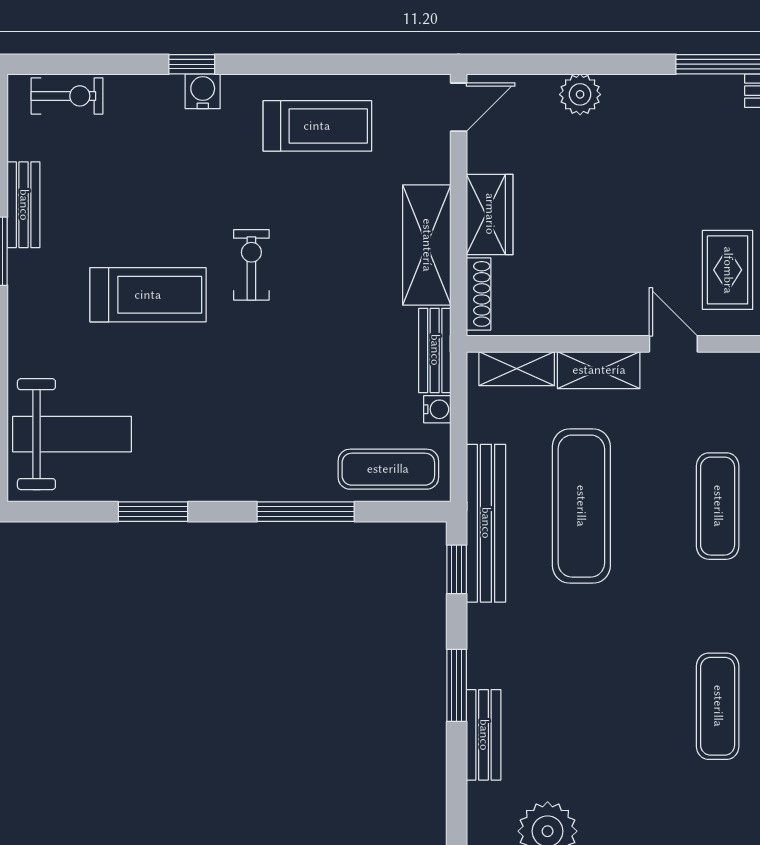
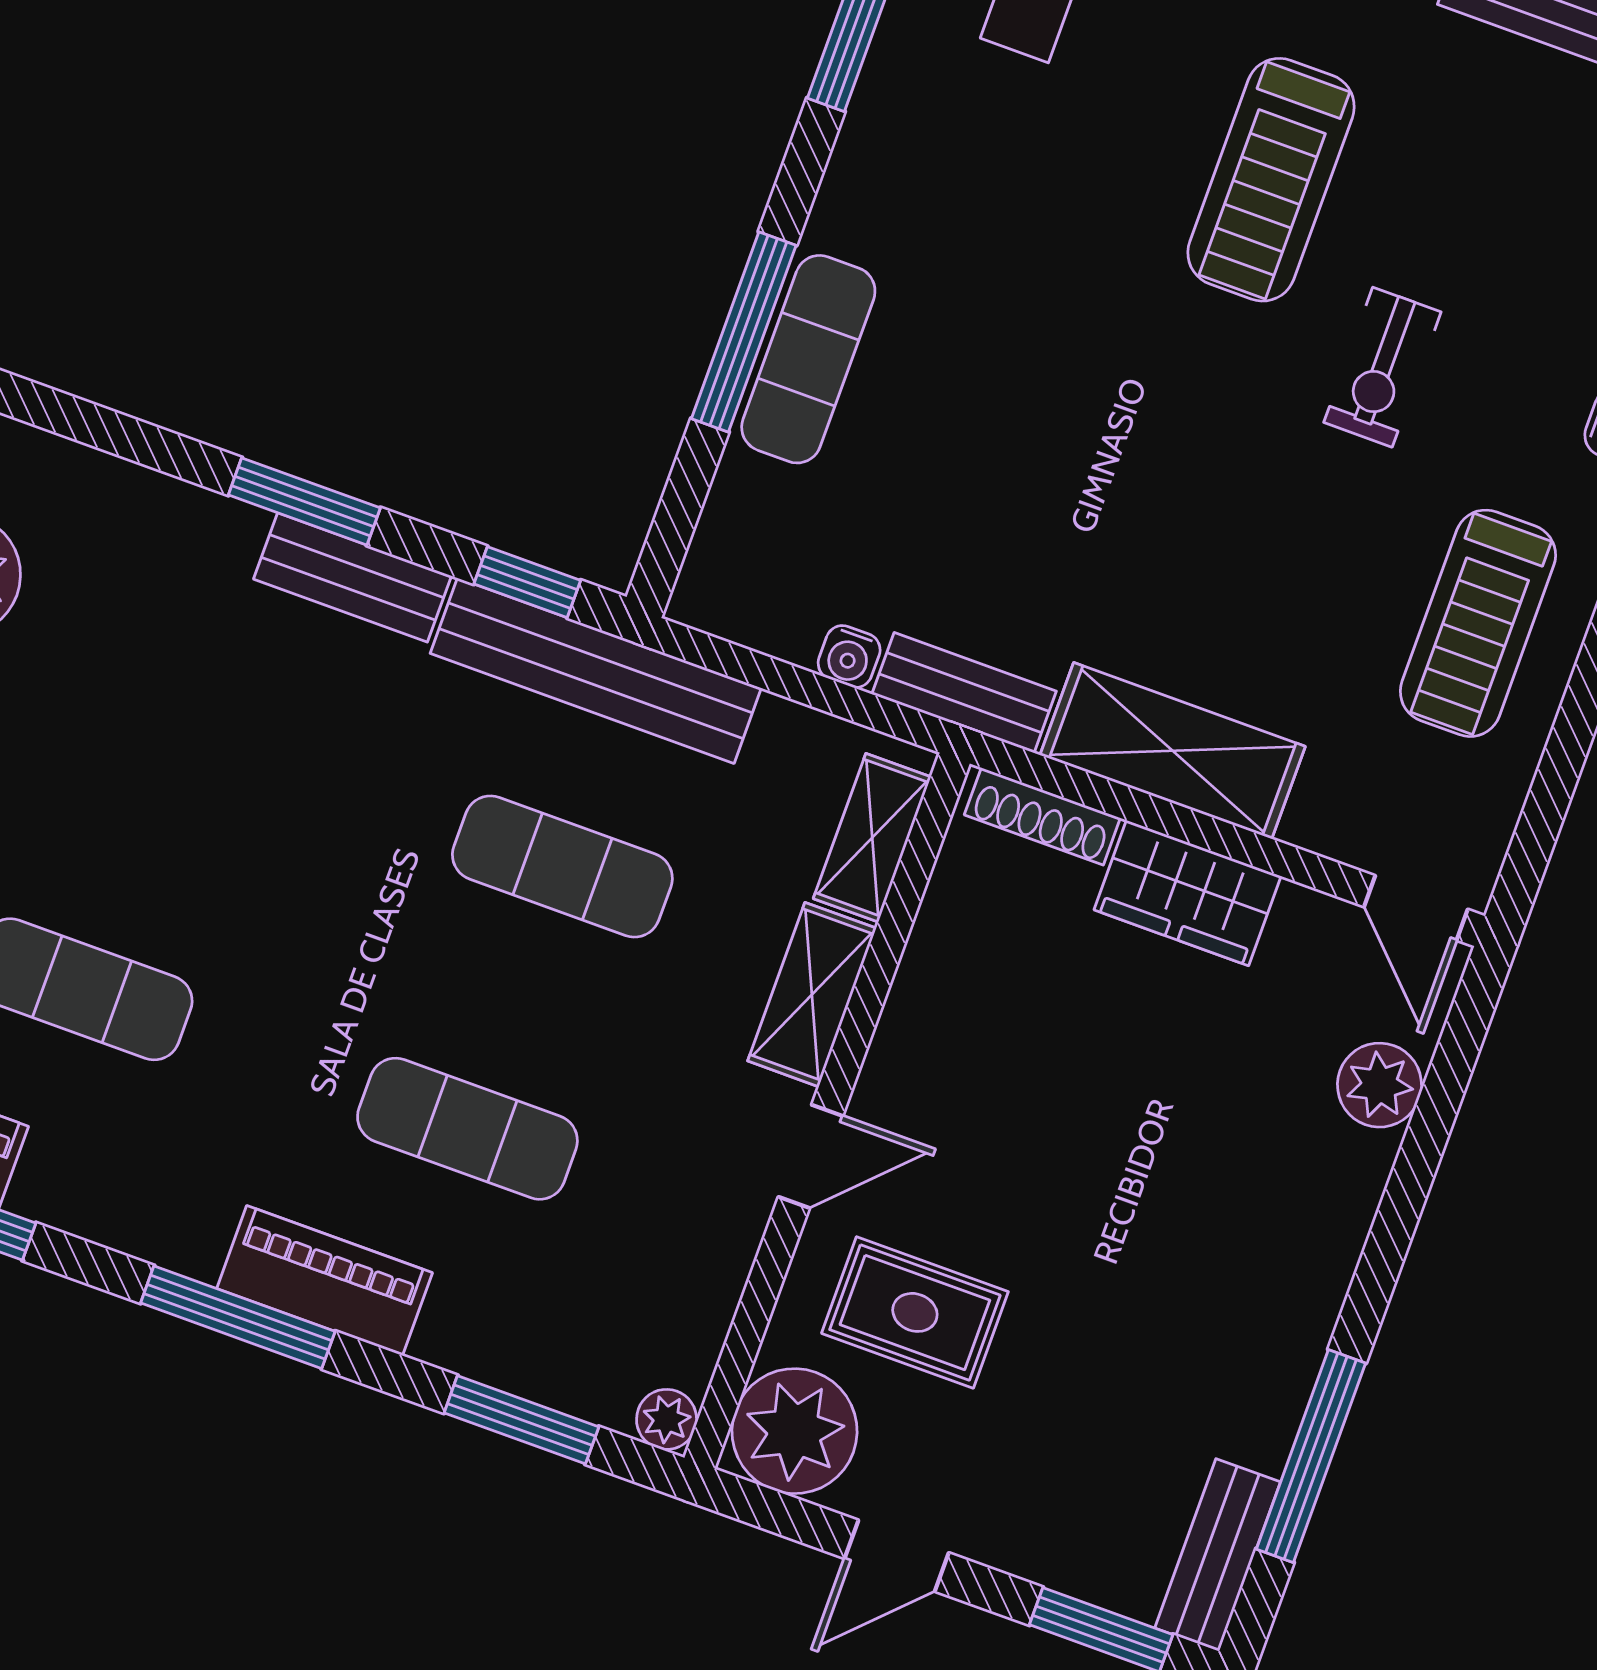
plant: (580, 94) -> (1380, 1085), moved
exercise bike: (251, 265) -> (1382, 367), moved, turned 90
exercise mat: (388, 469) -> (808, 359), moved
exercise mat: (581, 506) -> (562, 866), width x0.73, depth x0.69
bench: (484, 735) -> (353, 577), moved

